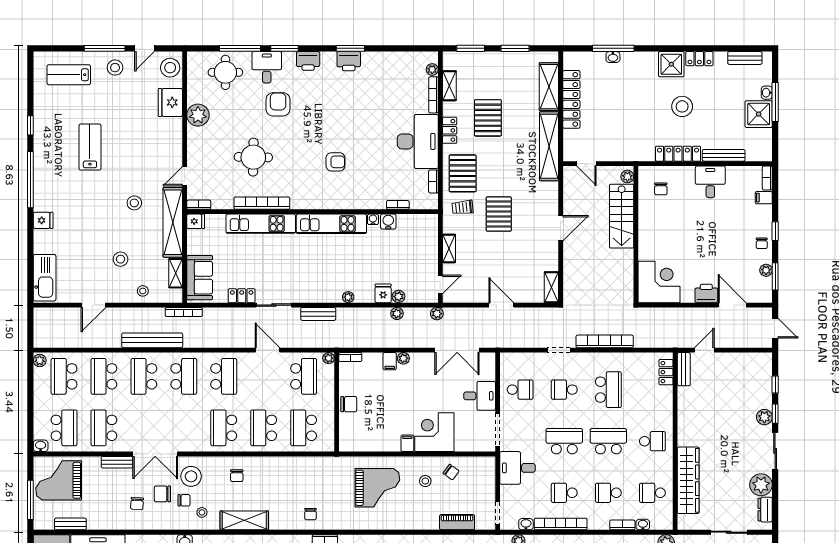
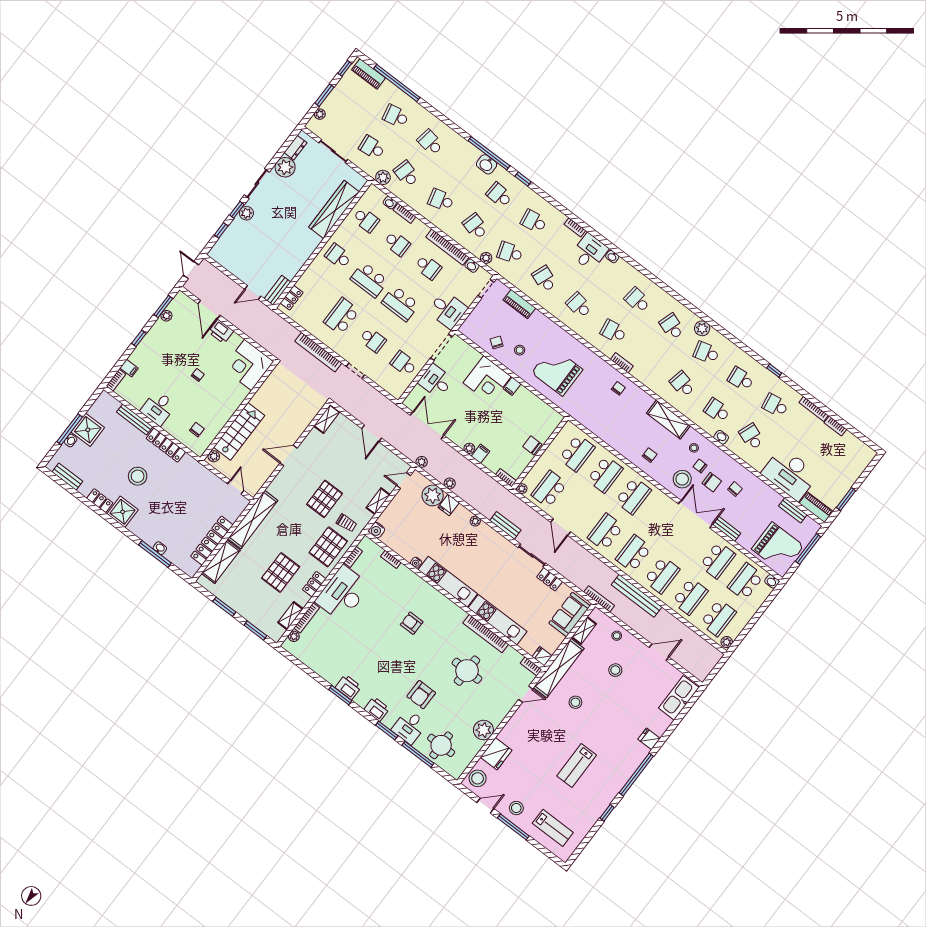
water cooler: (388, 222) -> (377, 530), moved
chair: (762, 243) -> (198, 375), moved
plant: (399, 296) -> (433, 495), width x1.88, depth x1.88

